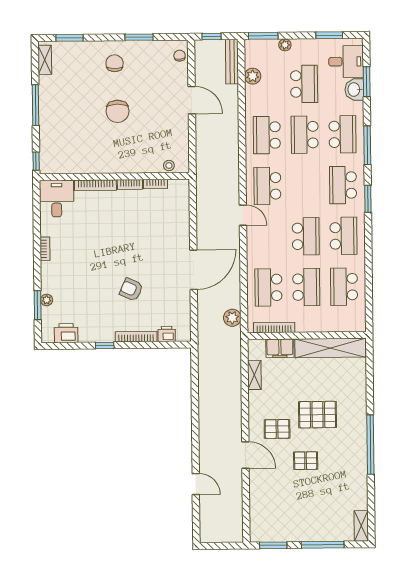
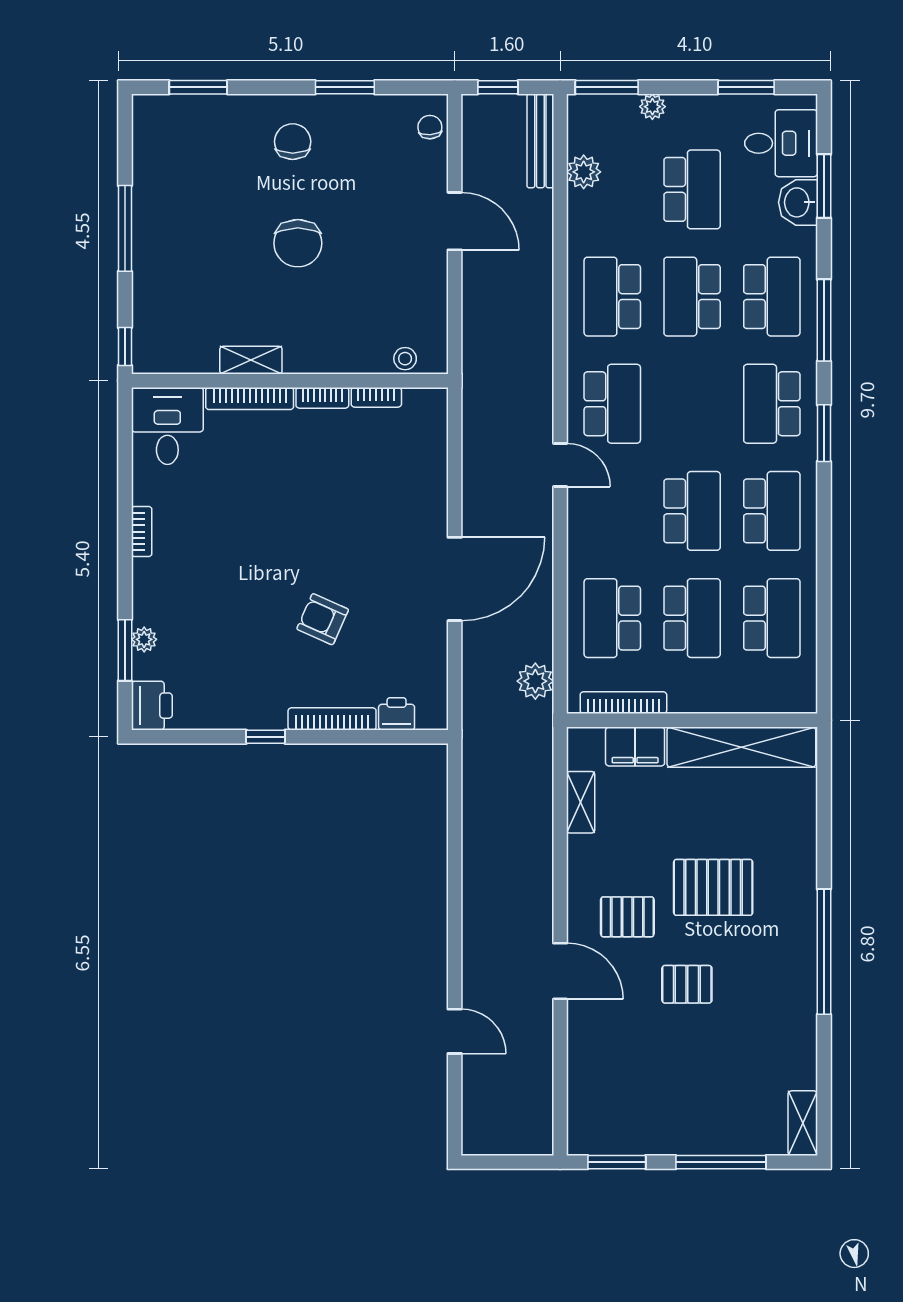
shelving: (45, 60) -> (251, 360), moved, turned 90
school desk: (267, 186) -> (612, 404), turned 180
school desk: (344, 287) -> (772, 618), turned 180
printer: (66, 333) -> (152, 706), moved, turned 90

